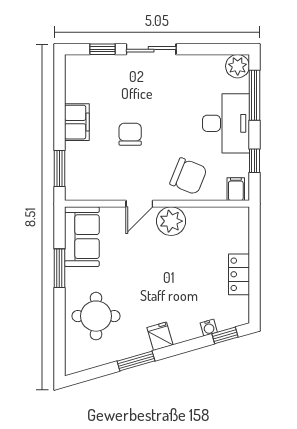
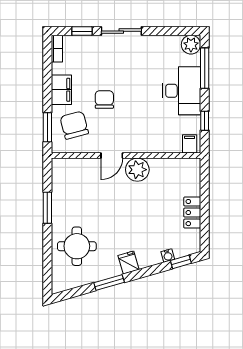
bookcase: (71, 71) -> (57, 49), added
chair: (188, 176) -> (74, 125), moved, turned -127
sofa: (82, 237) -> (65, 182), removed

